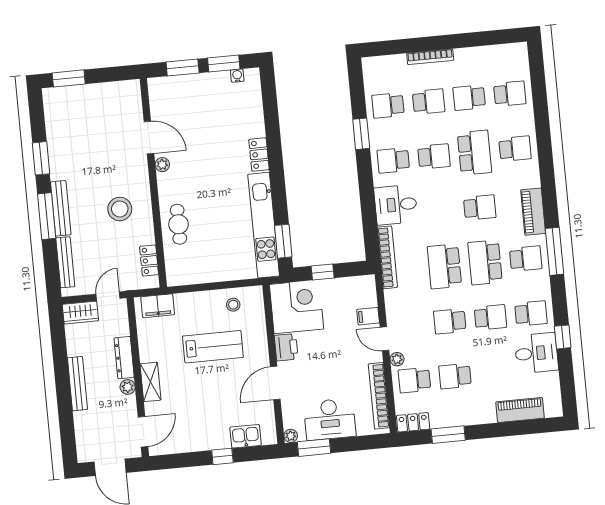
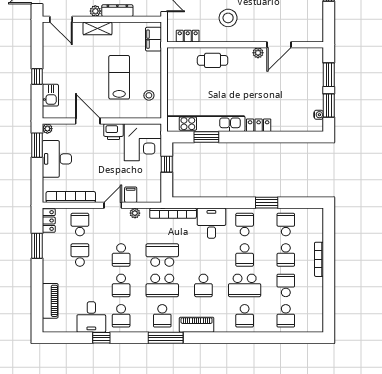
window: (283, 241) -> (206, 137), moved
school desk: (485, 262) -> (162, 285), turned 180
school desk: (450, 321) -> (121, 255), turned 180
lab bench: (213, 347) -> (119, 77), turned 180
plant: (397, 359) -> (135, 213), moved

